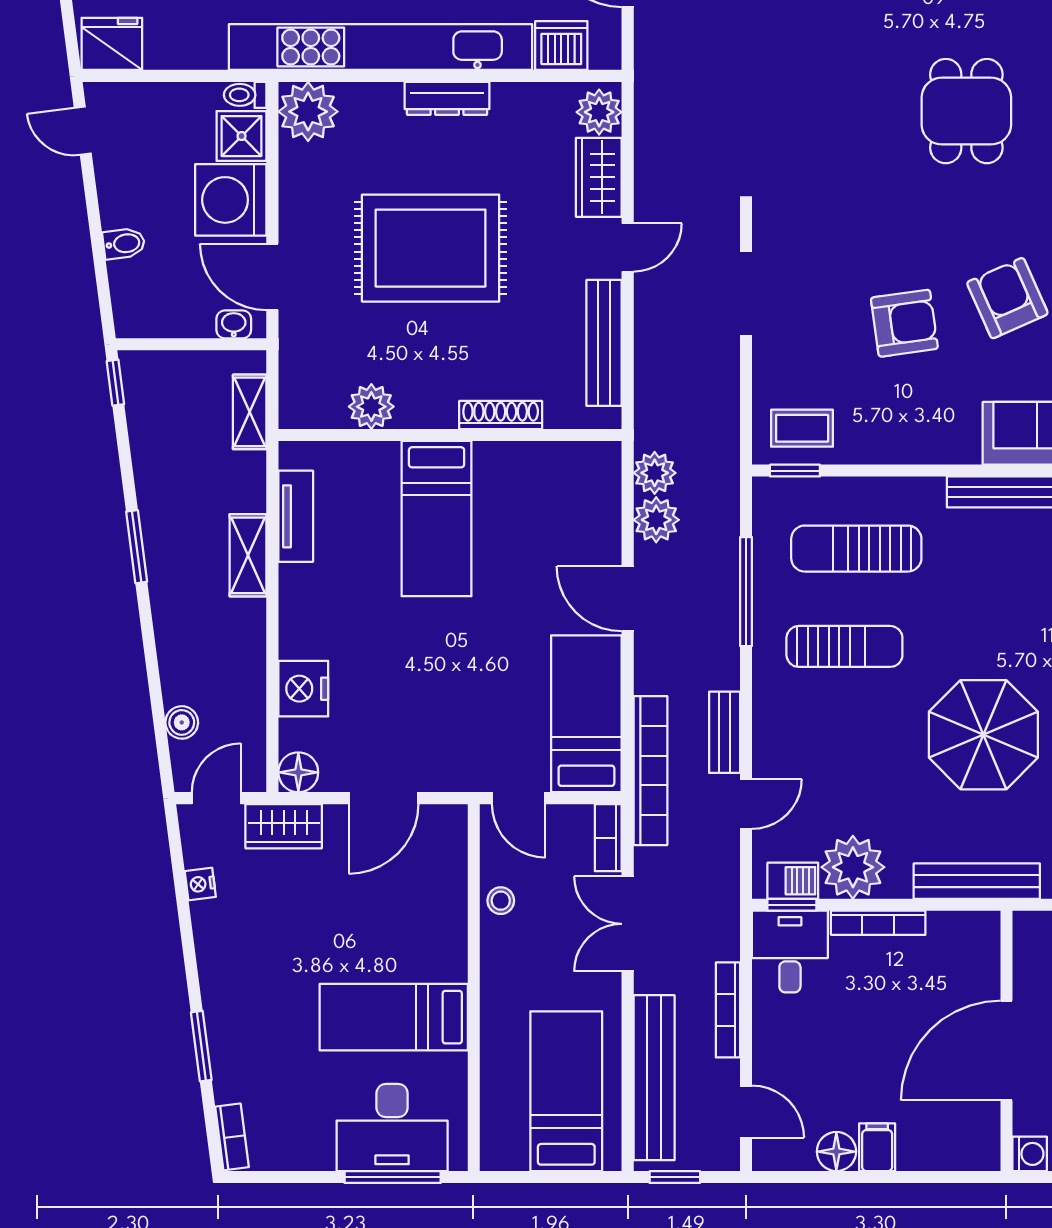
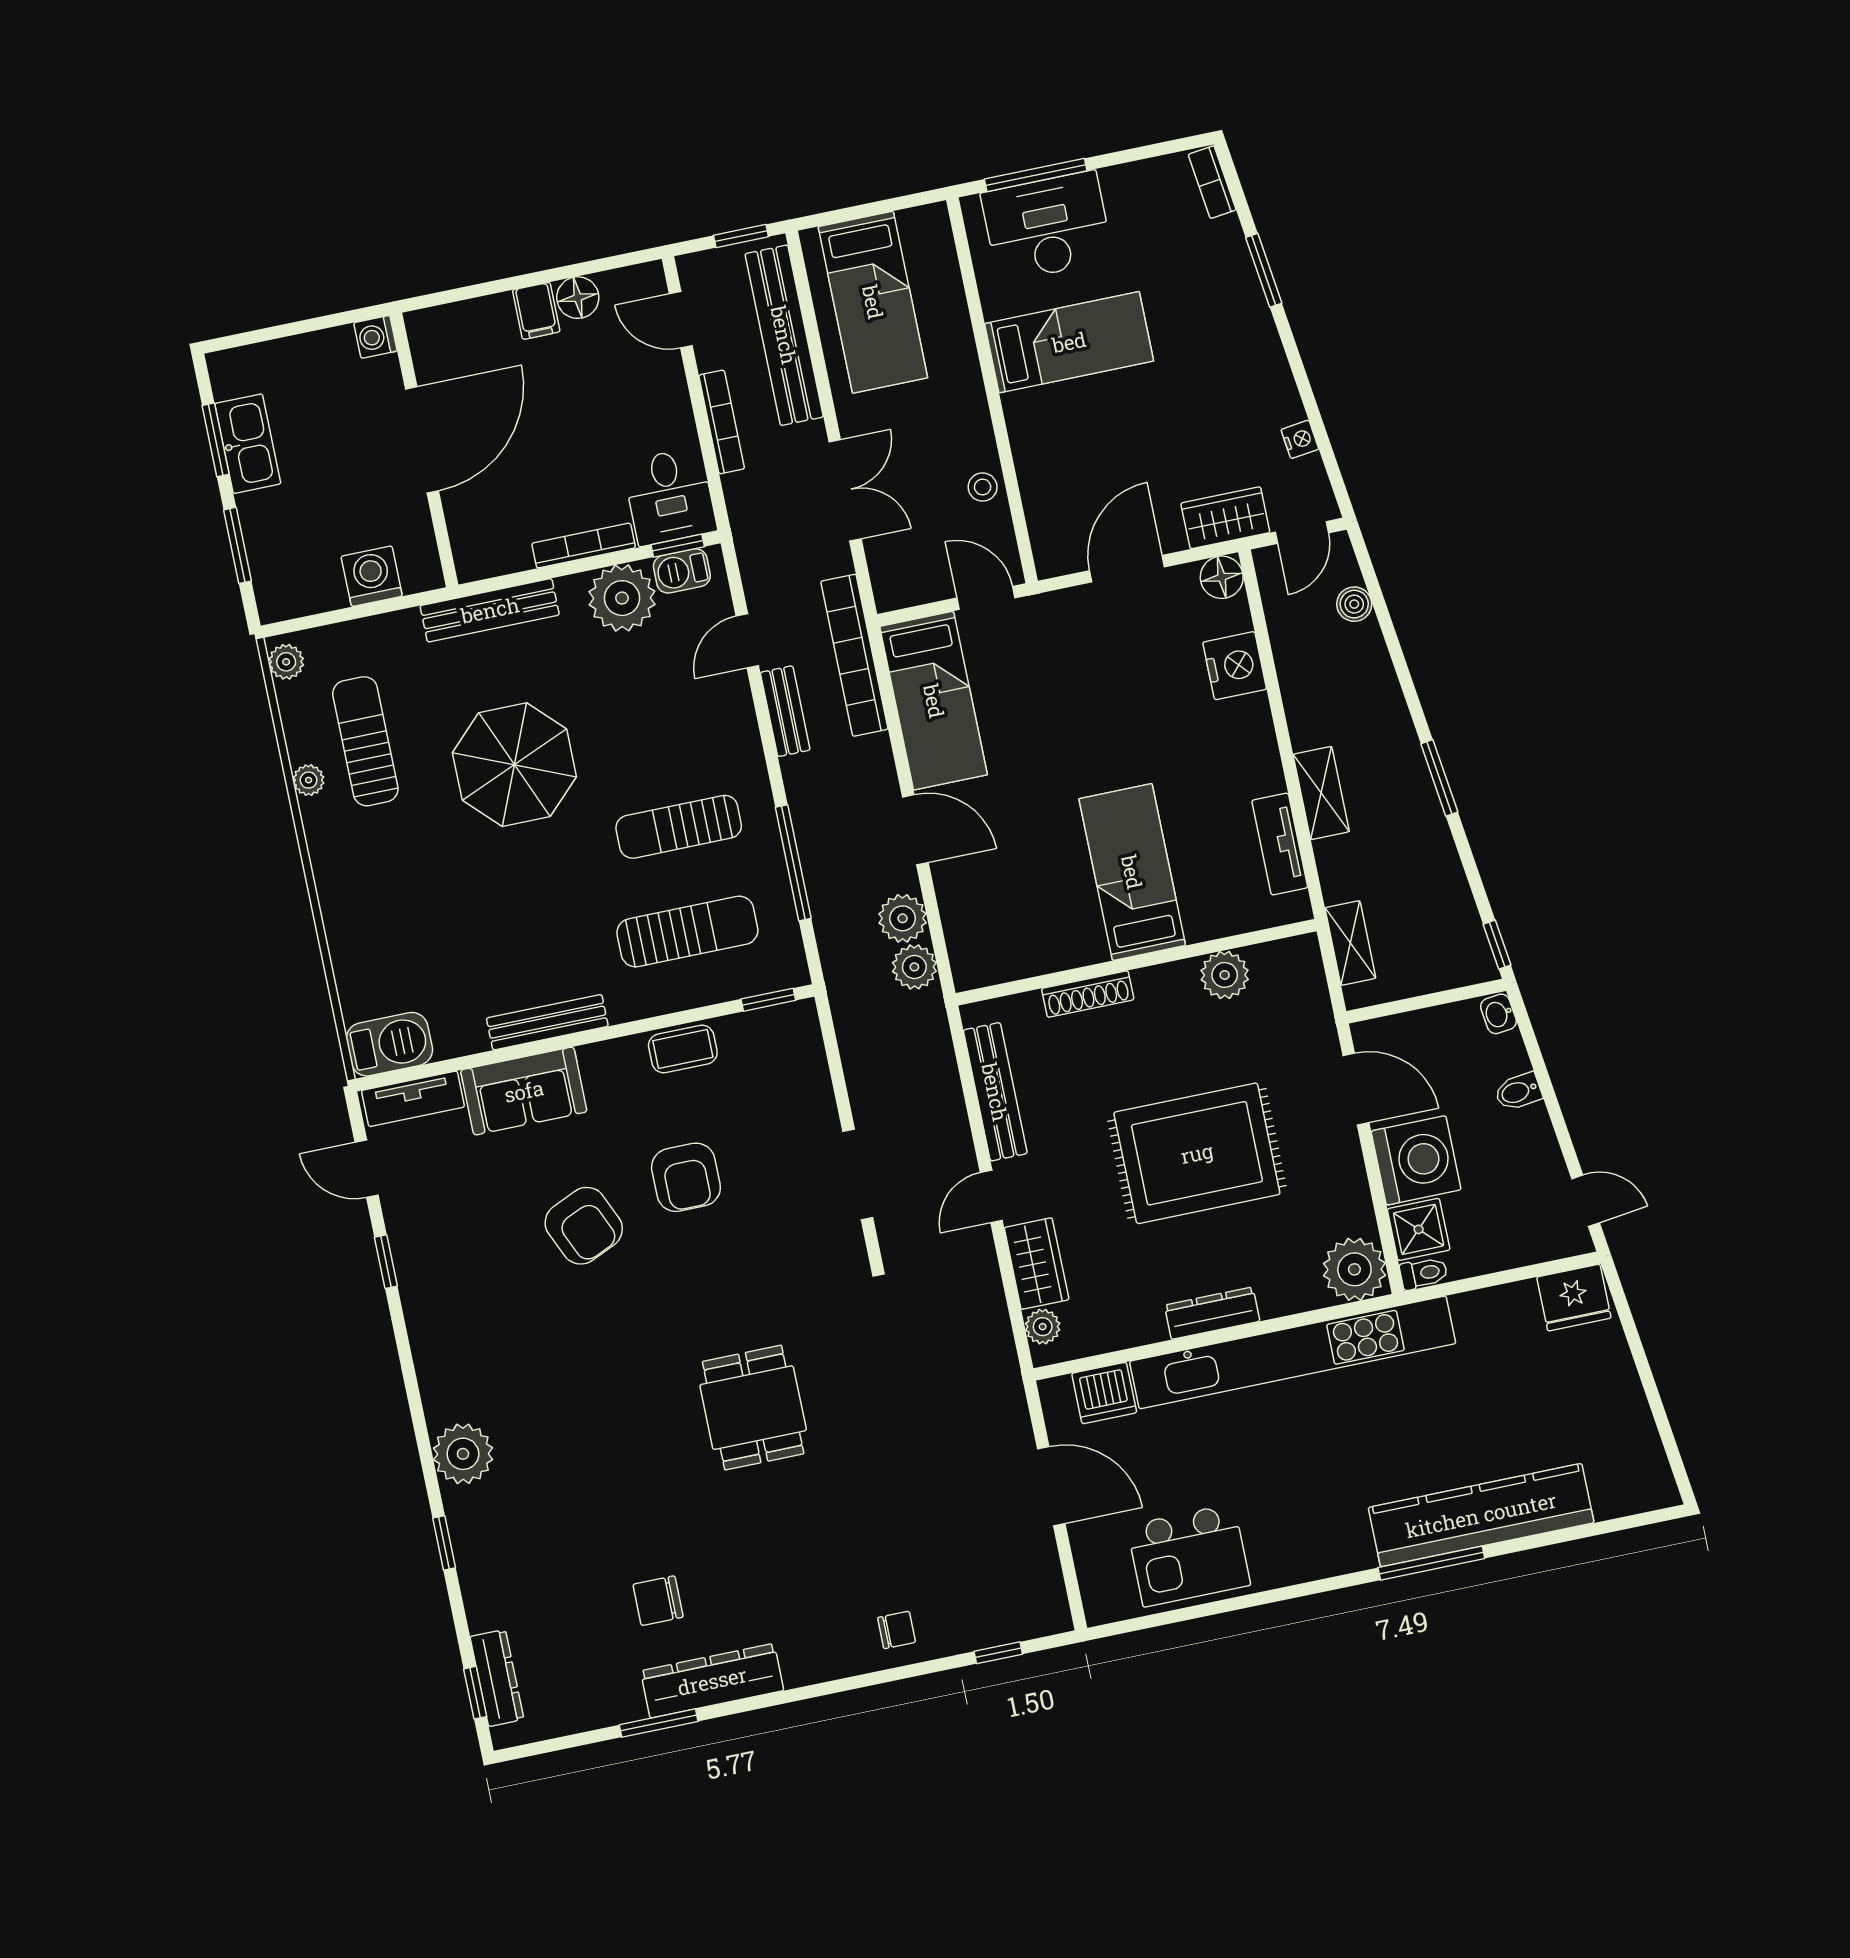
dining table: (966, 111) -> (753, 1408), moved
plant: (599, 112) -> (1043, 1327), width x0.73, depth x0.73
armchair: (904, 323) -> (686, 1177), turned -82
washbasin: (234, 324) -> (1499, 1014), moved, turned 83
coffee table: (802, 428) -> (683, 1049), moved
bookcase: (608, 838) -> (884, 576), removed

